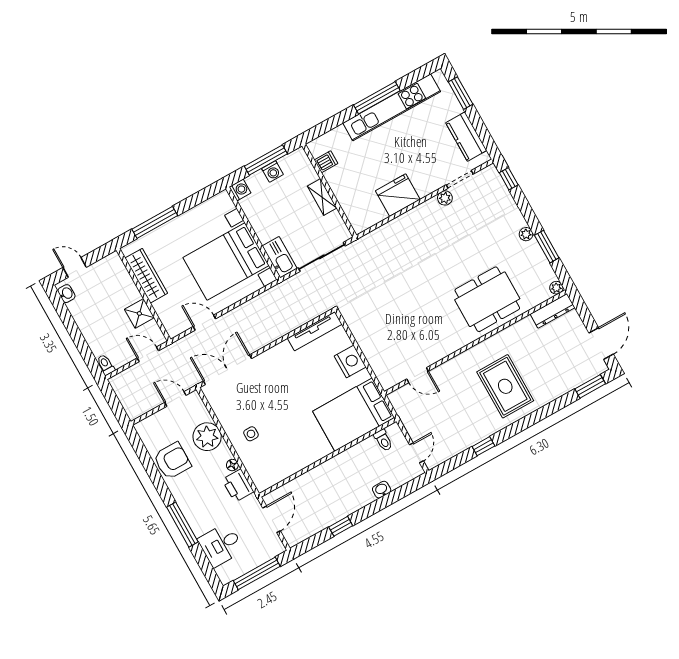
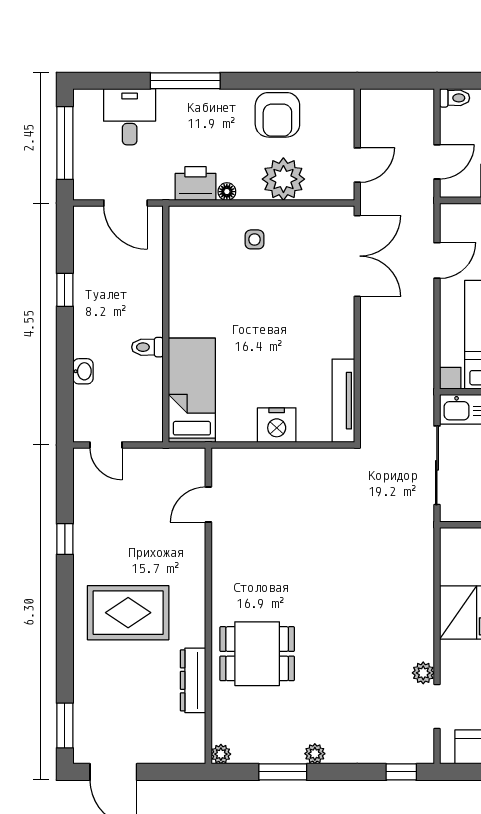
dining table: (487, 299) -> (257, 654), width x0.73
dresser: (553, 311) -> (193, 680), moved
bed: (354, 415) -> (192, 390), width x0.67
toilet: (383, 440) -> (147, 347), moved

